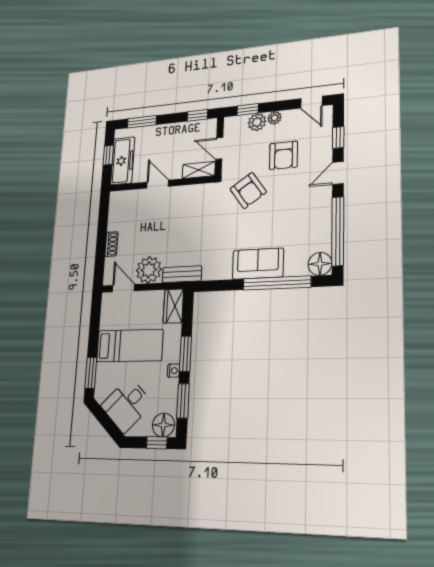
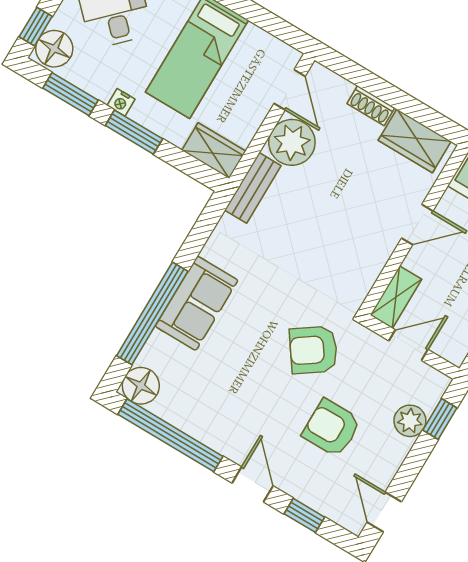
door: (311, 102) -> (384, 512), hinge flipped
plant: (275, 118) -> (398, 449), removed
wardrobe: (118, 213) -> (415, 141), added
door: (123, 288) -> (290, 90), hinge flipped

